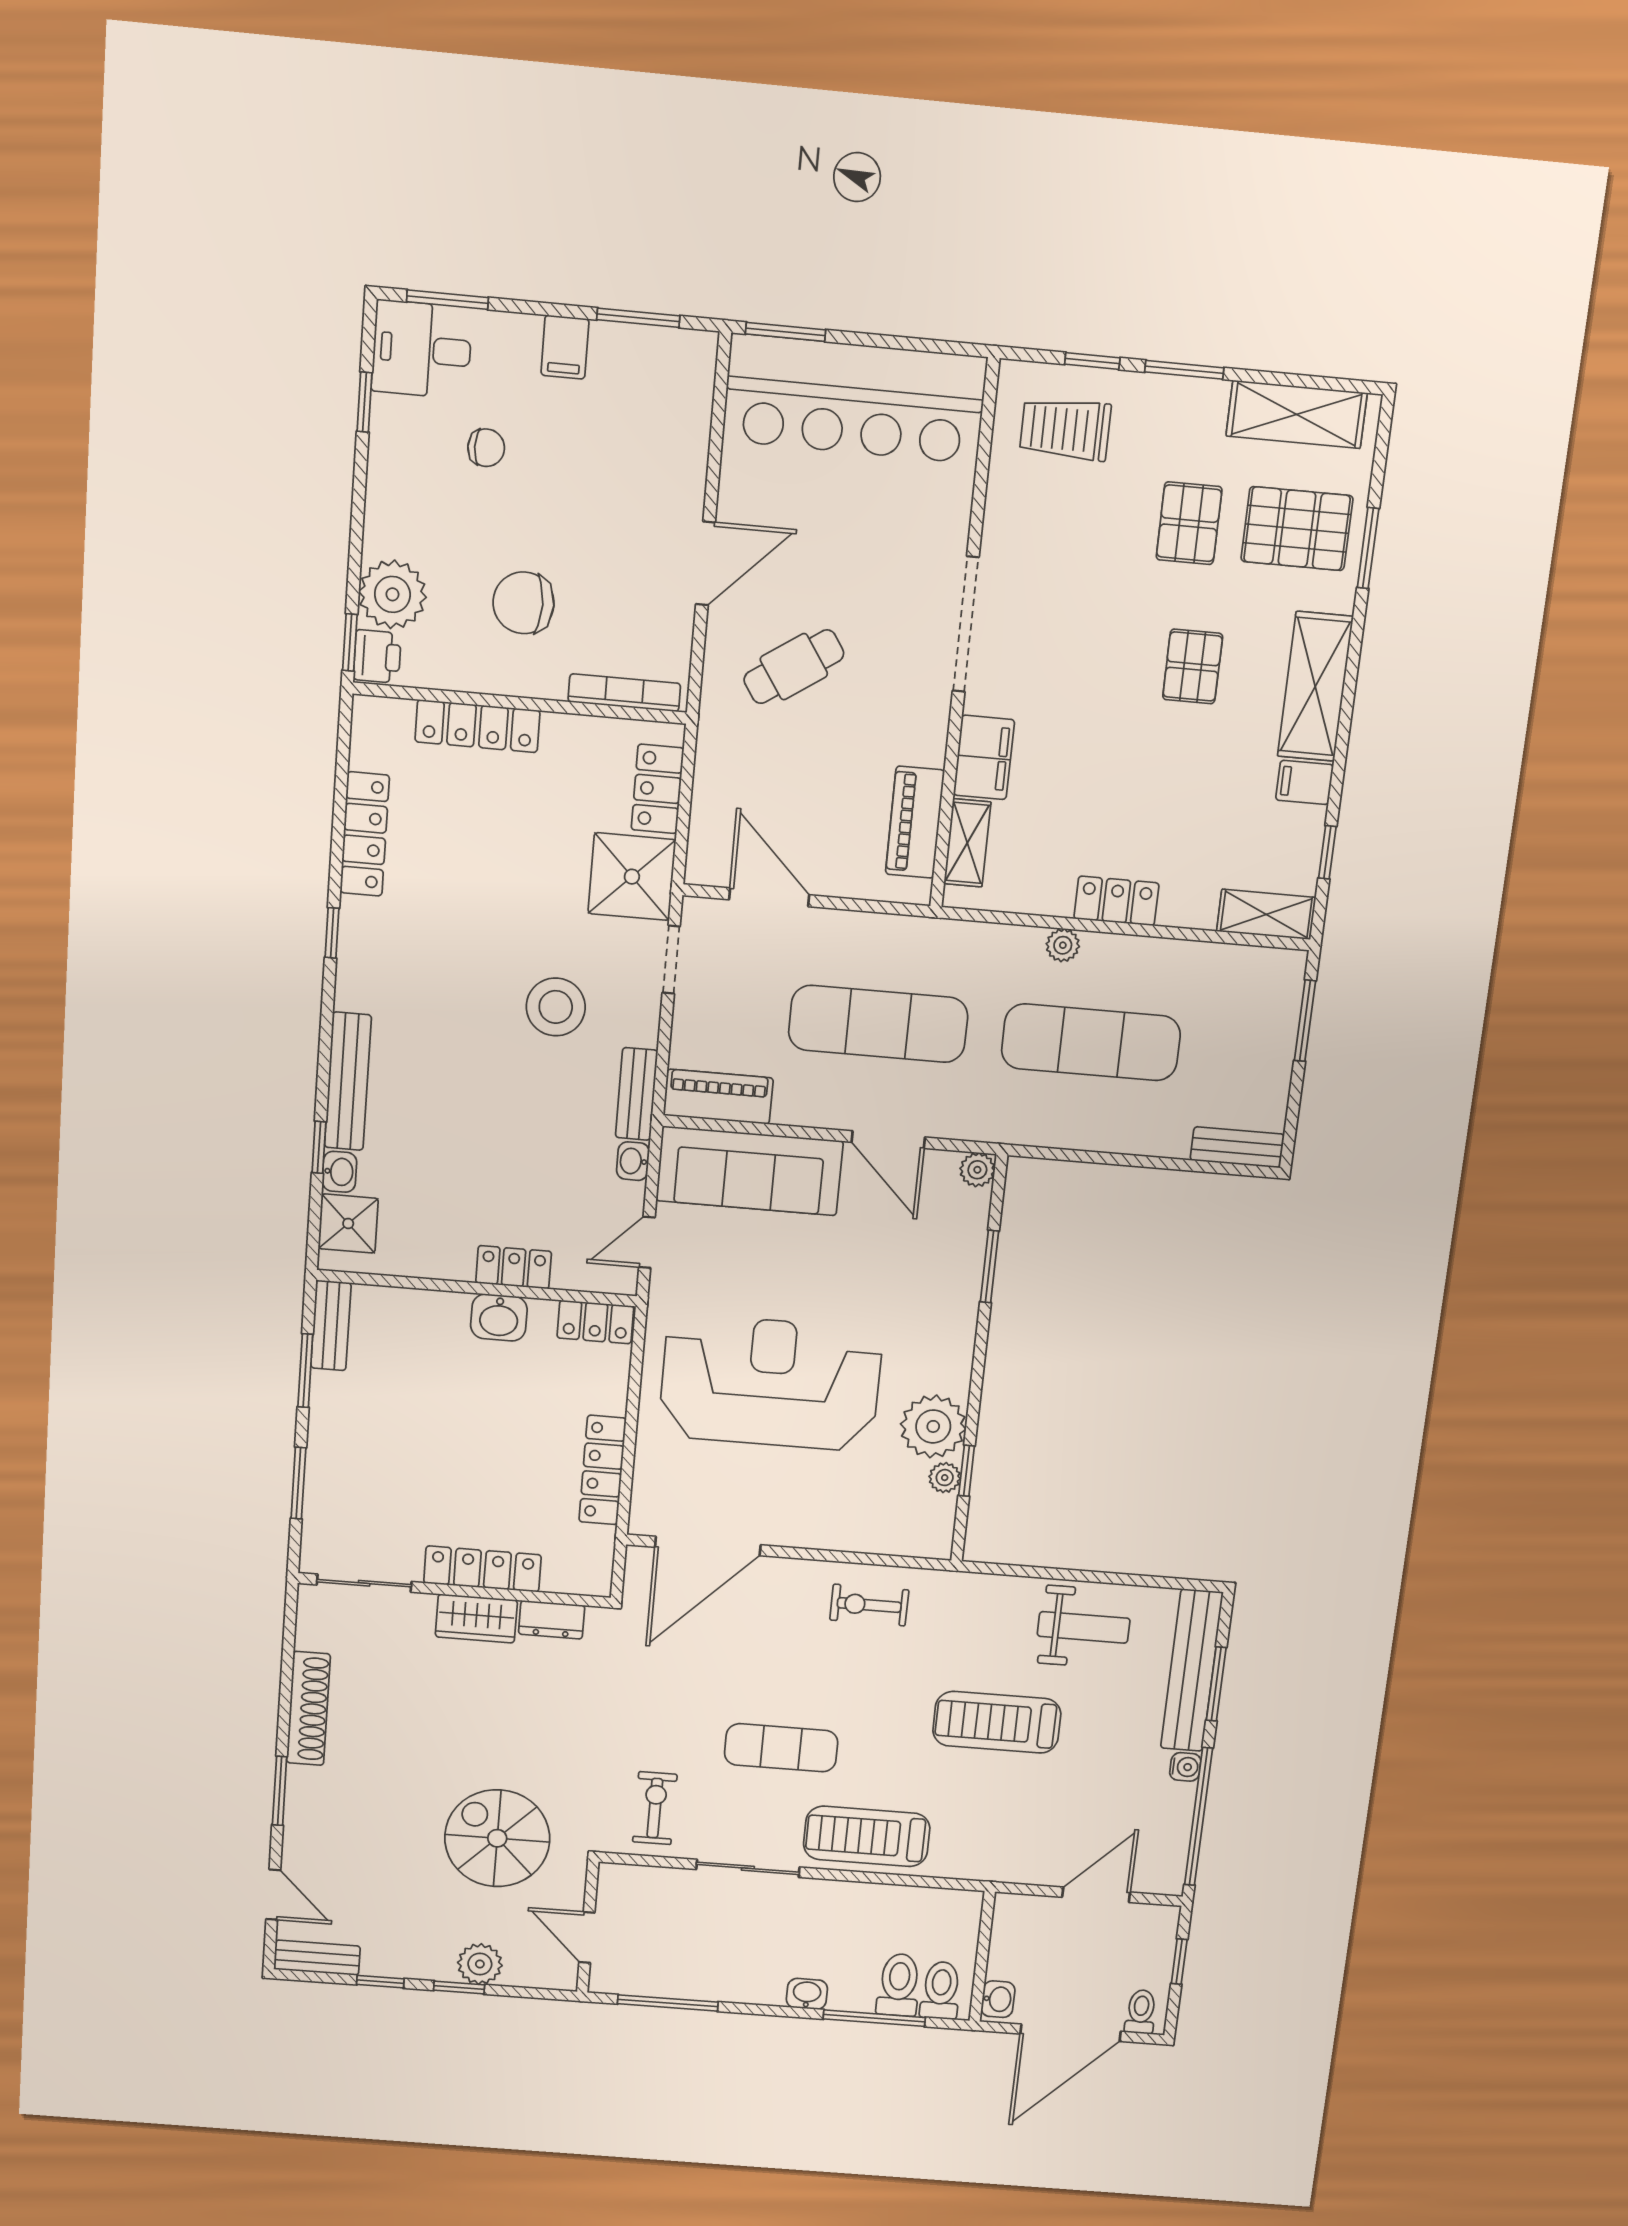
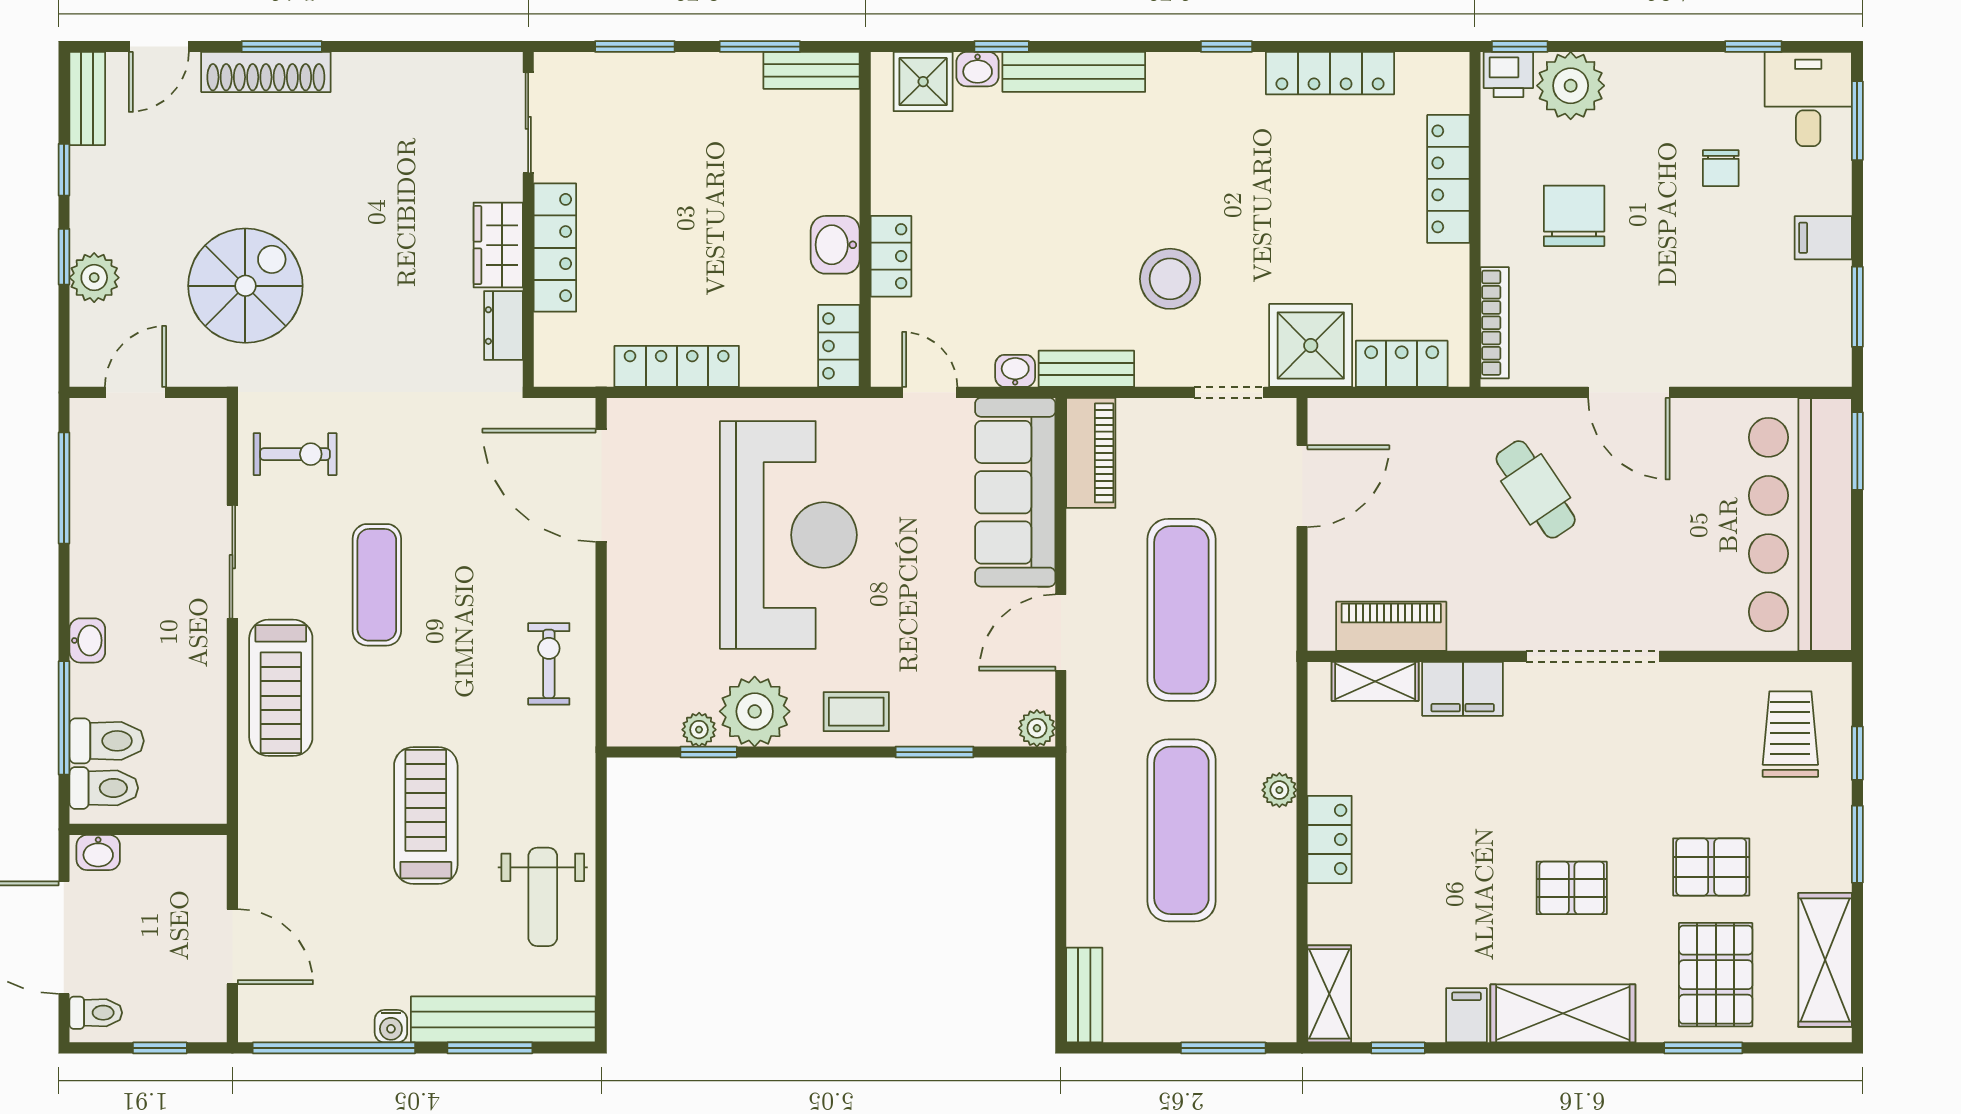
coffee table: (943, 1335) -> (856, 712), added
shoe rack: (308, 1709) -> (266, 72), moved
treadmill: (867, 1836) -> (281, 688), turned 180

